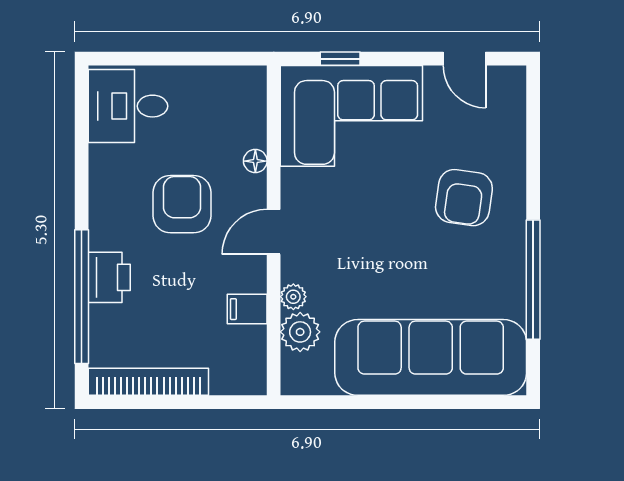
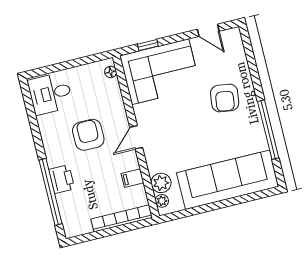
floor lamp: (255, 161) -> (111, 72), moved
plant: (293, 297) -> (162, 201), moved
bookcase: (148, 382) -> (122, 218), moved

